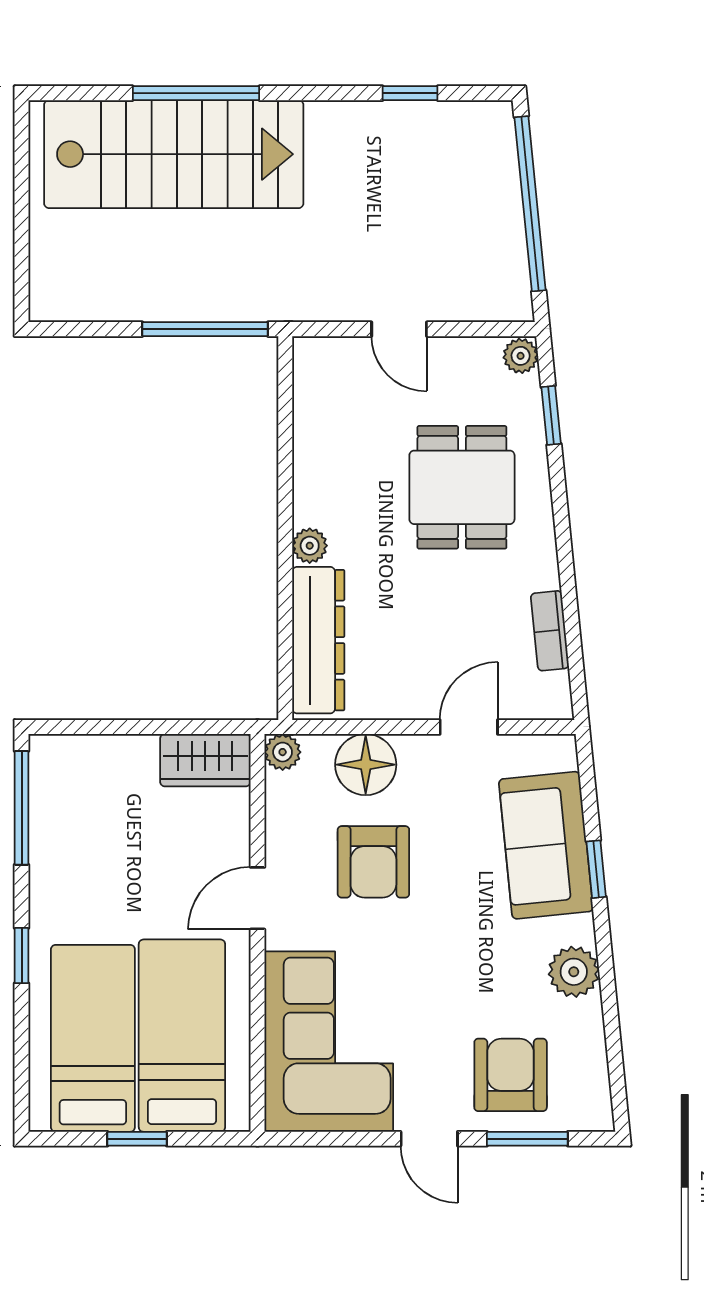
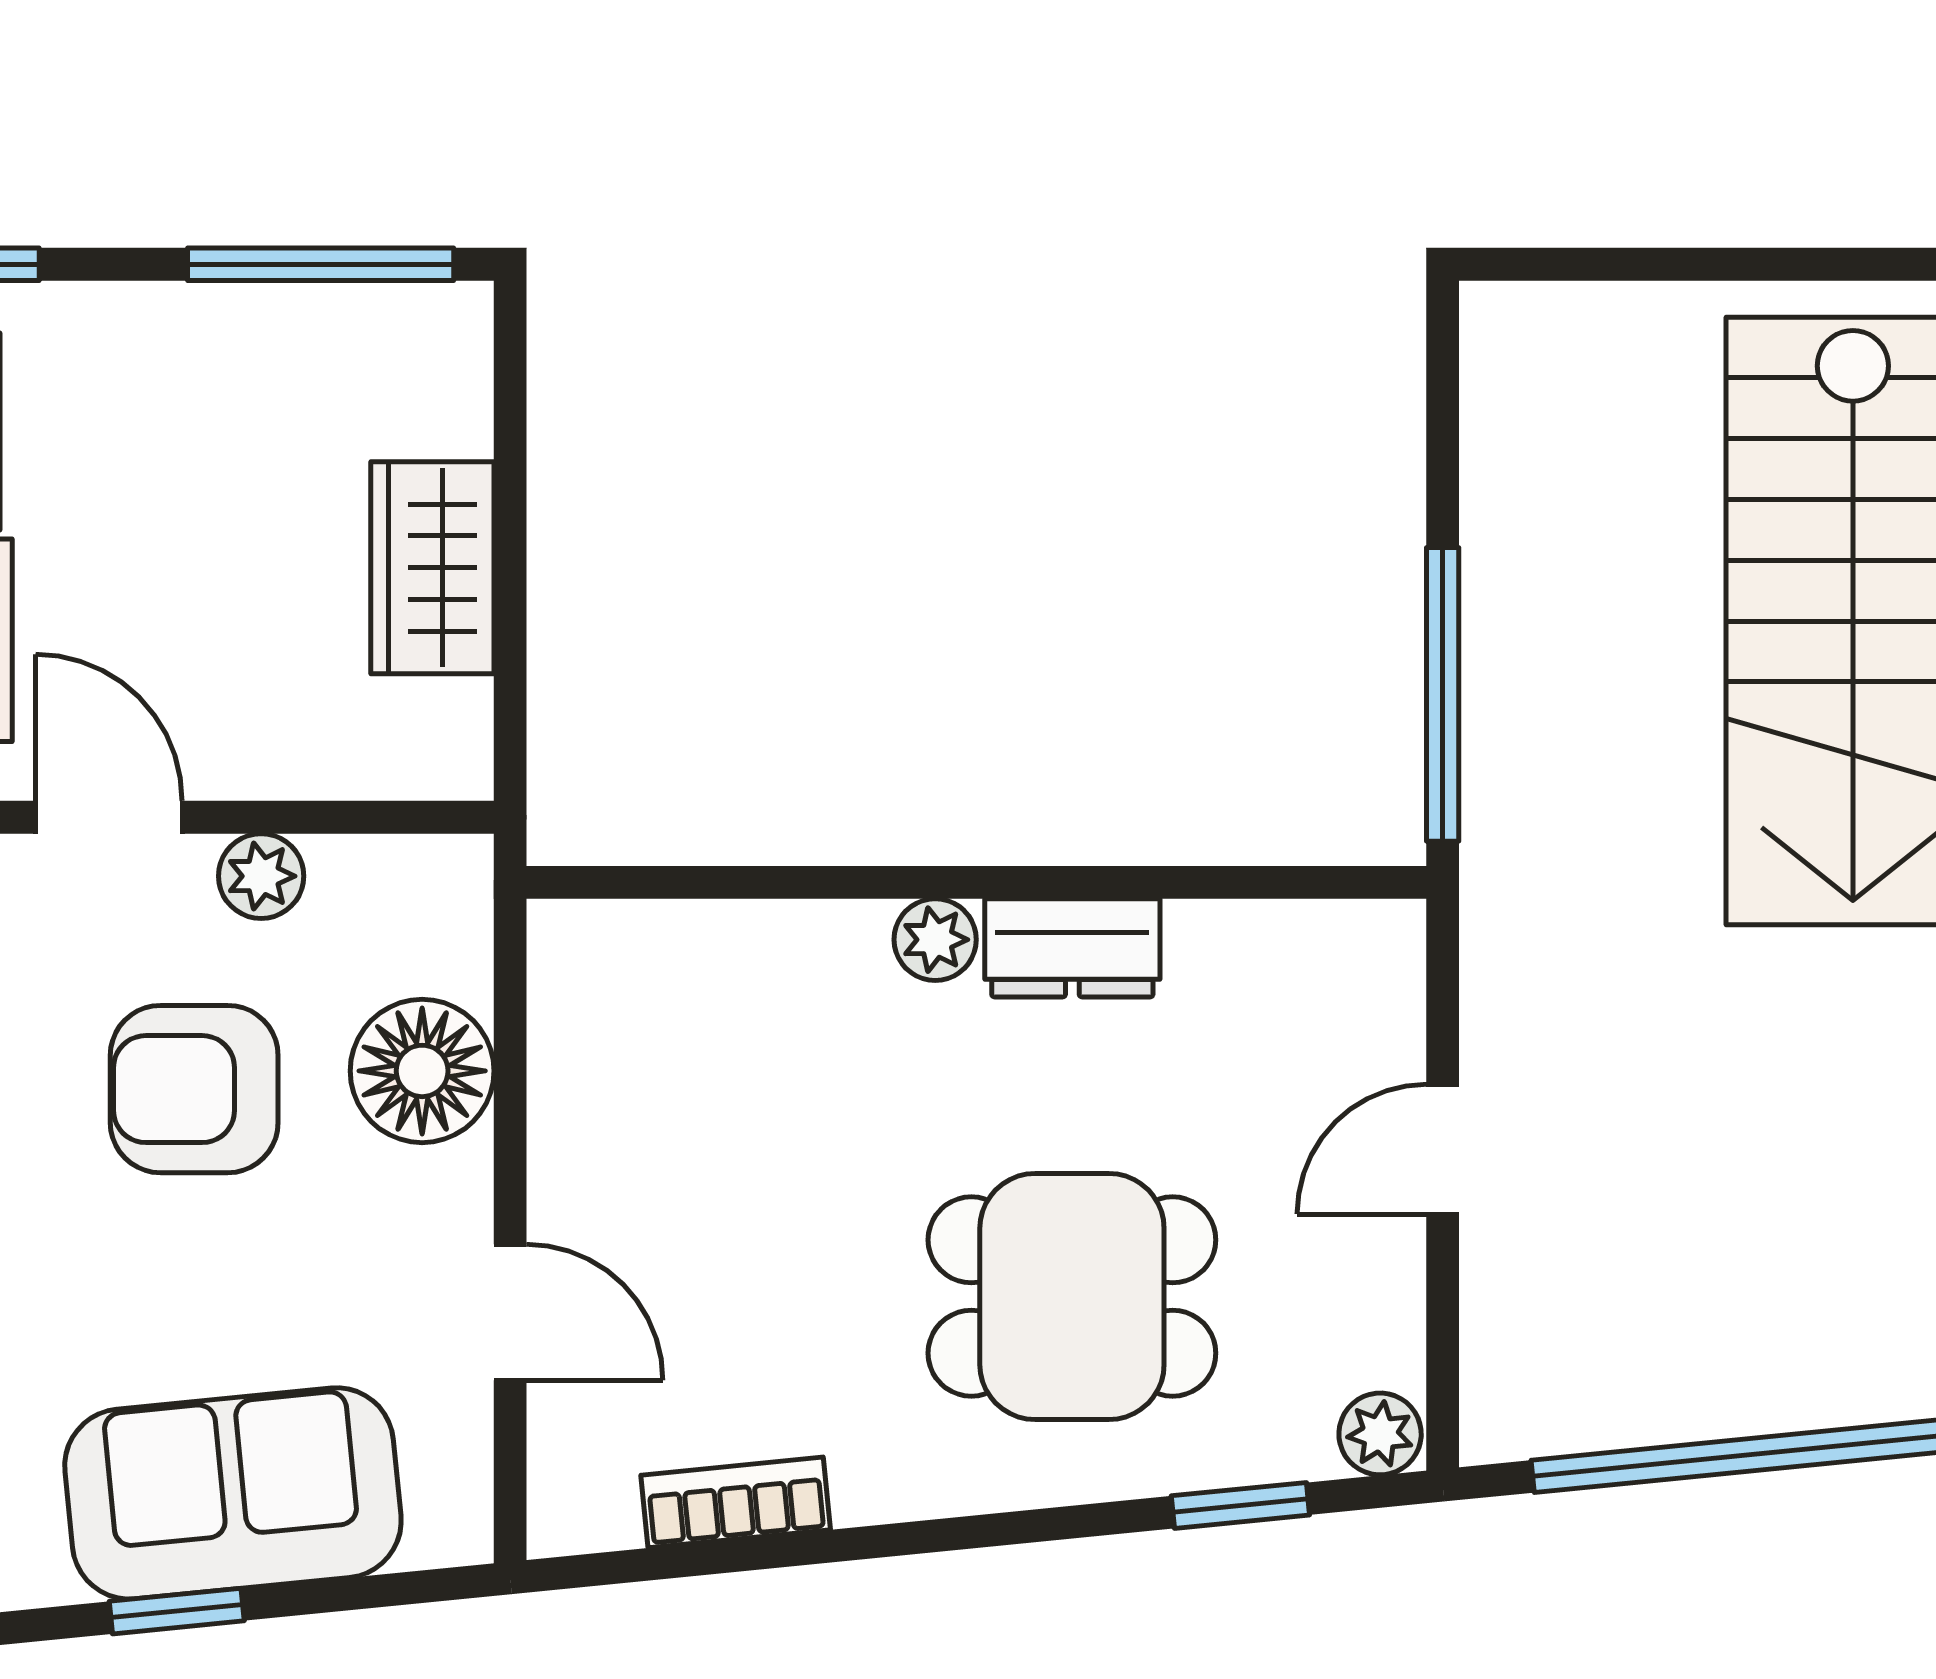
dresser: (318, 640) -> (1072, 948), moved, width x0.51, depth x0.80
plant: (283, 752) -> (261, 876), moved
wardrobe: (205, 760) -> (432, 568), moved

